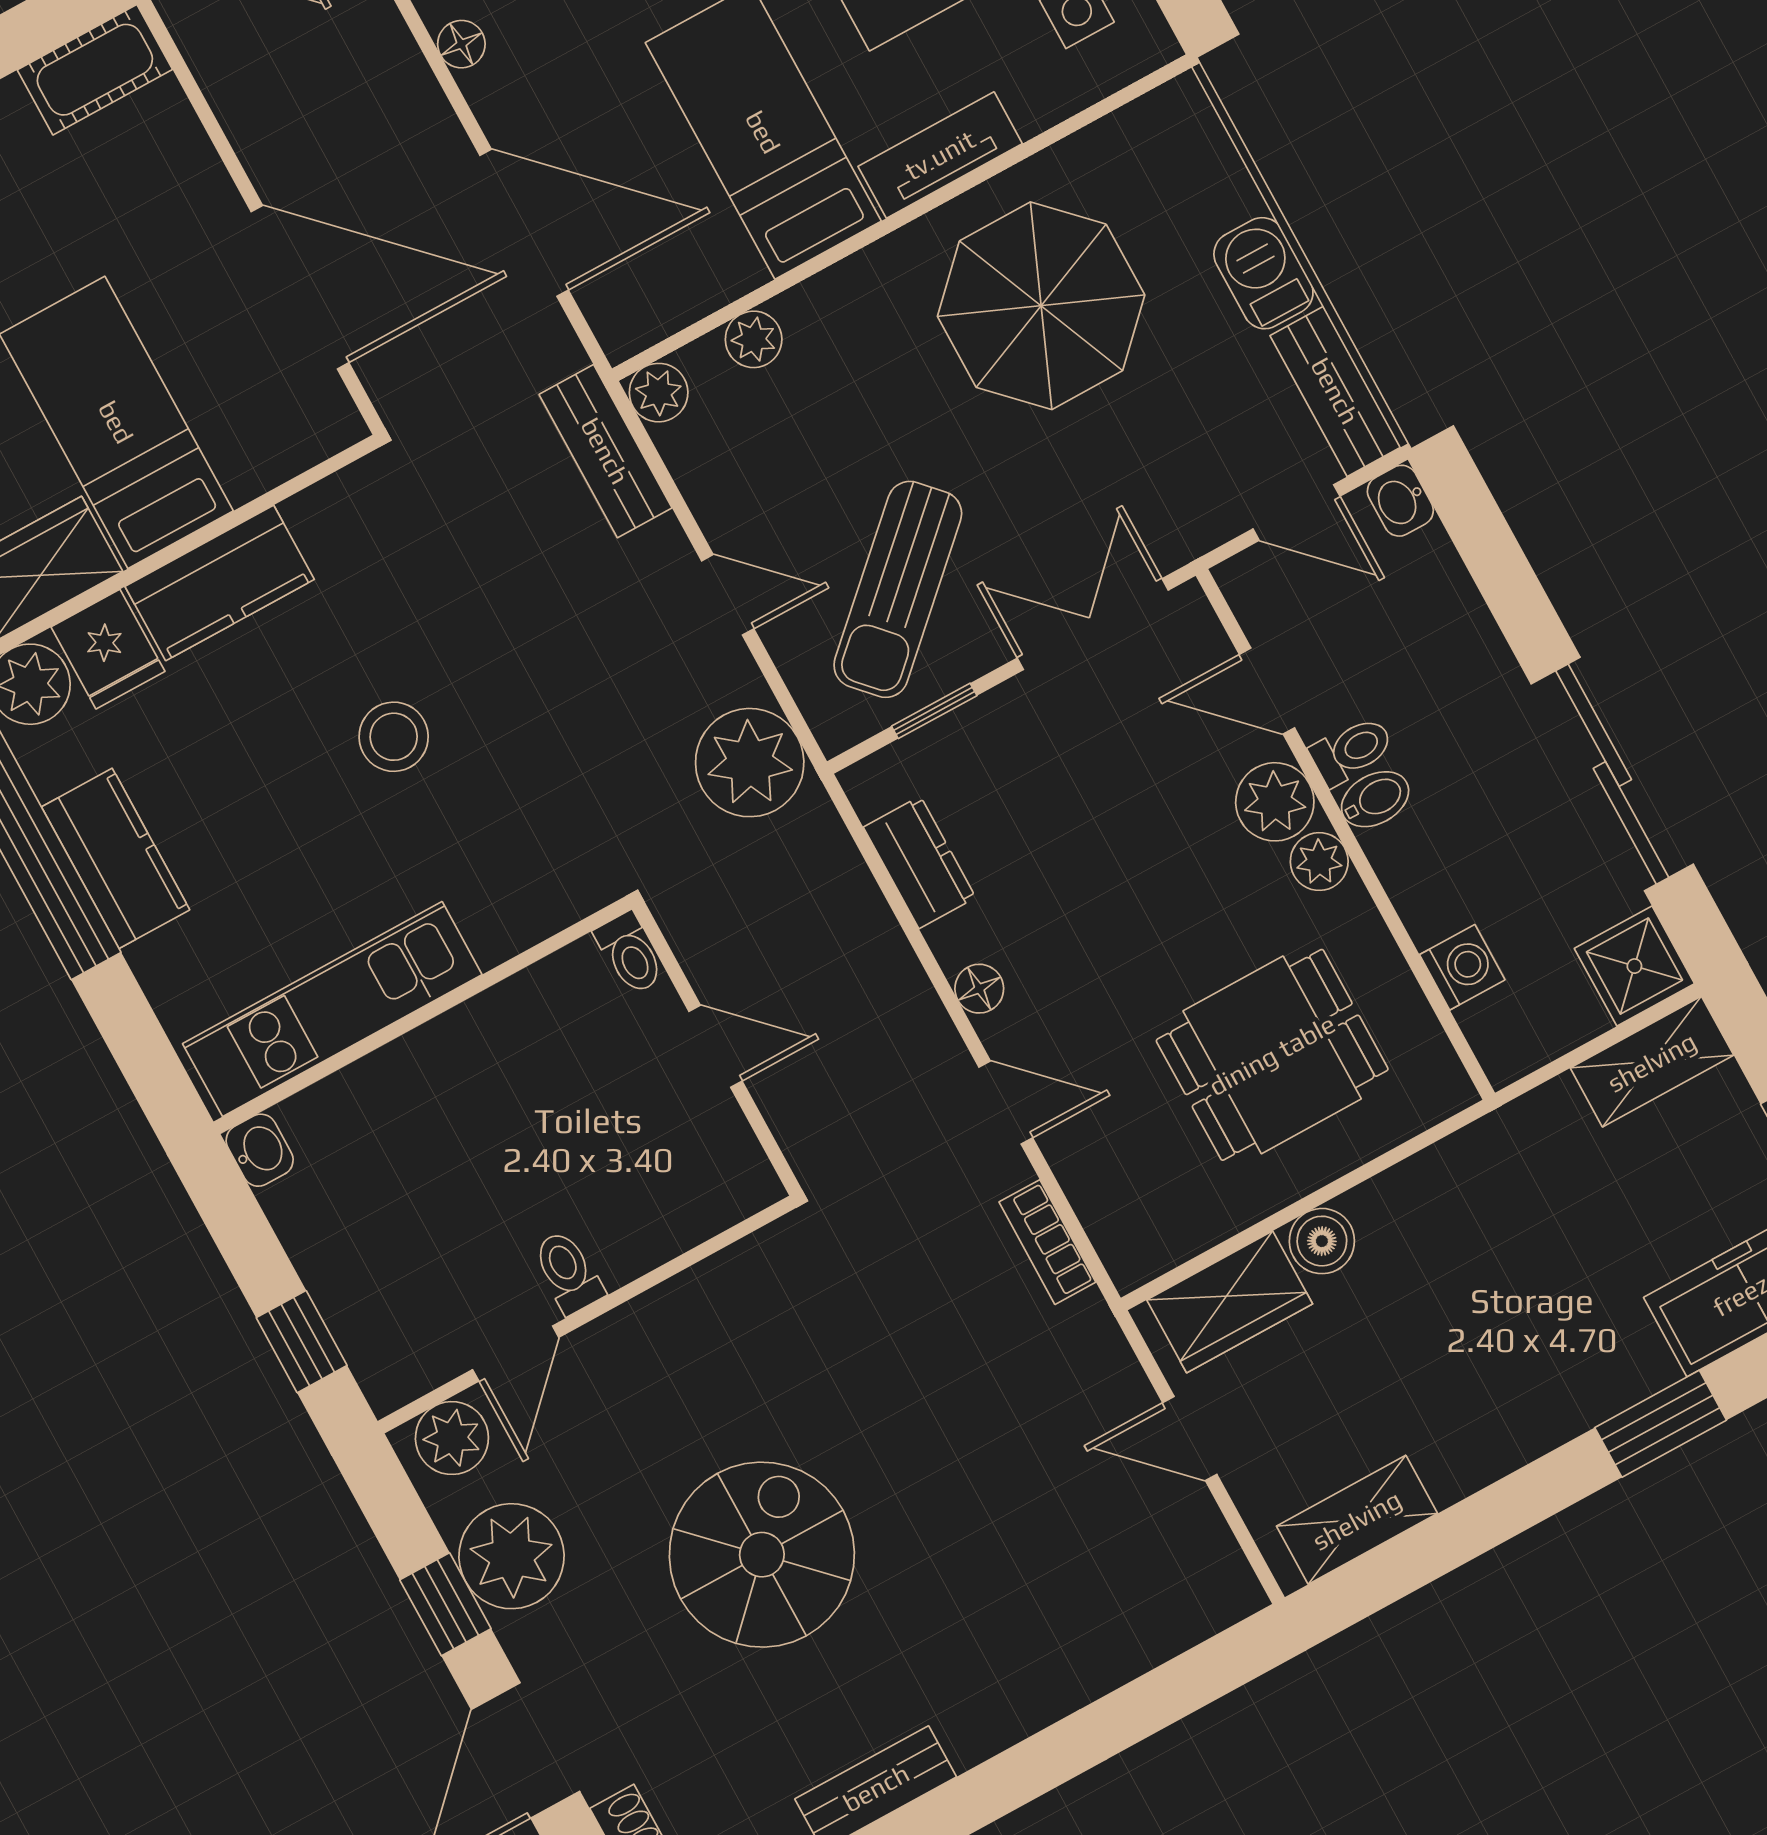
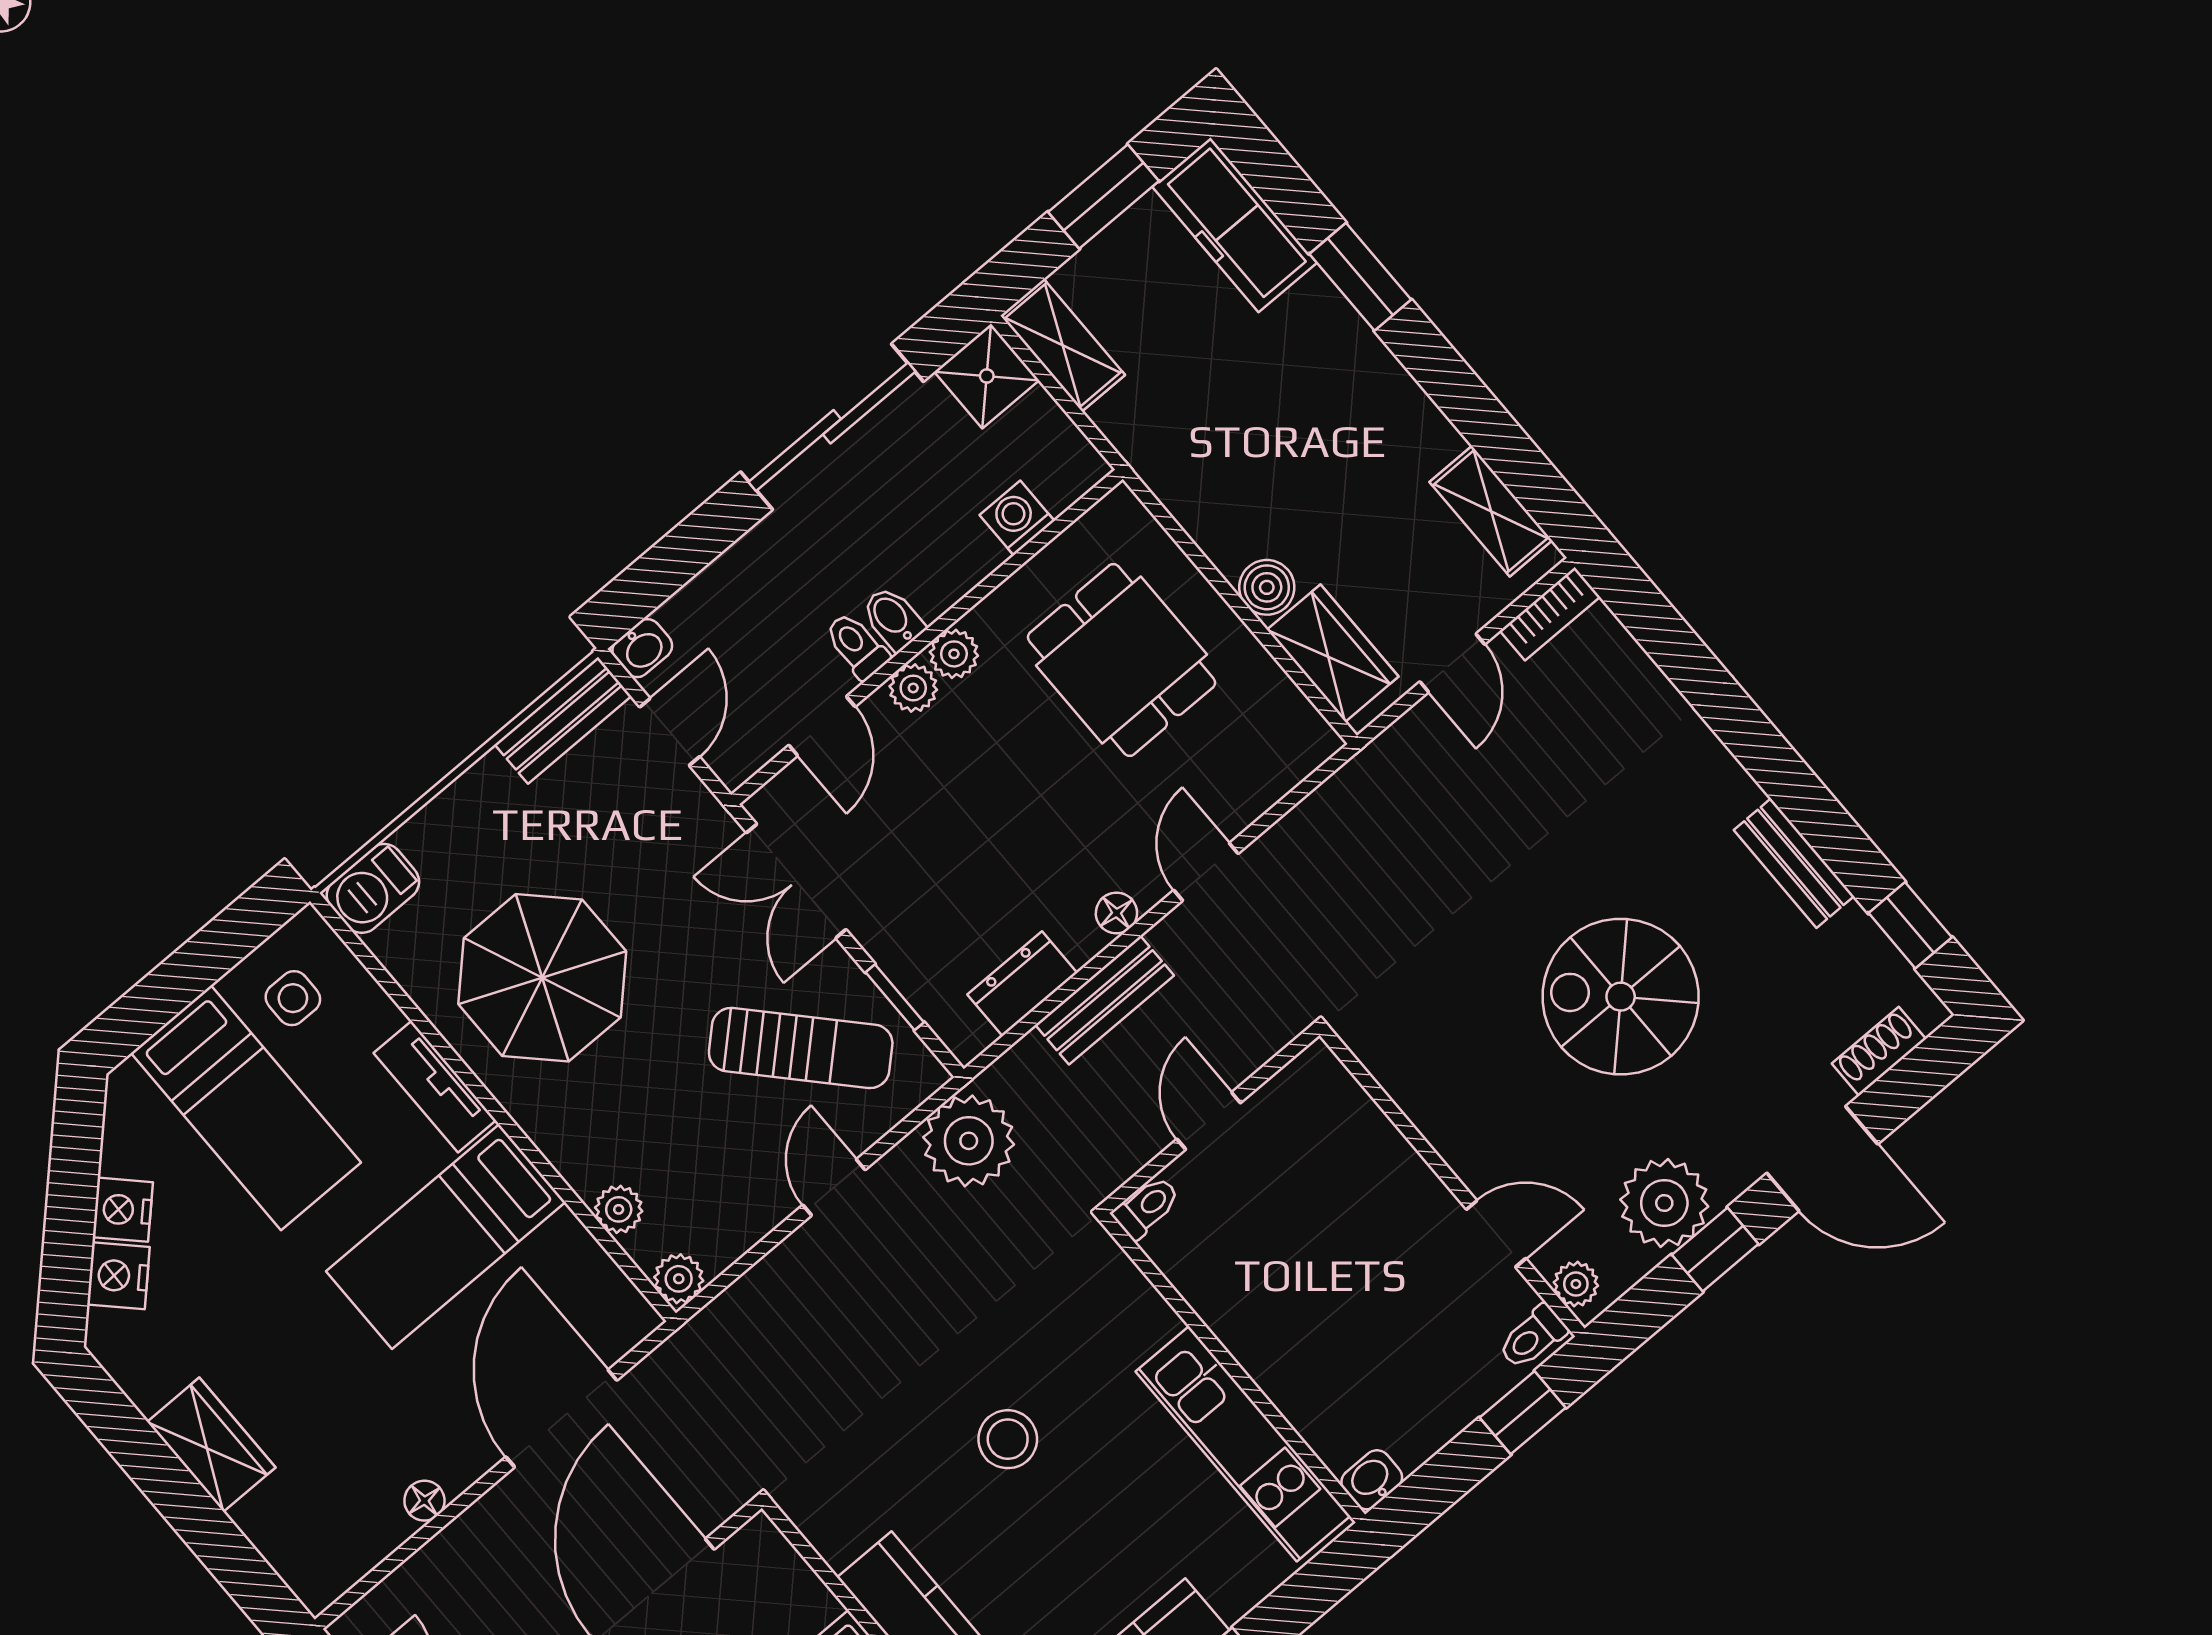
barbecue: (1263, 273) -> (373, 888), moved
bench: (605, 451) -> (1105, 1000), moved
plant: (1275, 802) -> (913, 688), width x0.73, depth x0.73
bookcase: (1047, 1242) -> (1550, 614), moved
toilet: (568, 1272) -> (1533, 1337), moved
plant: (452, 1438) -> (1576, 1284), width x0.73, depth x0.73

